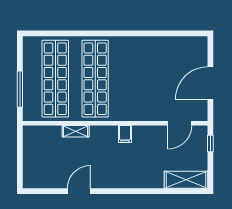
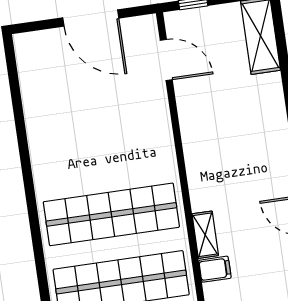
filing cabinet: (125, 134) -> (215, 269), moved

